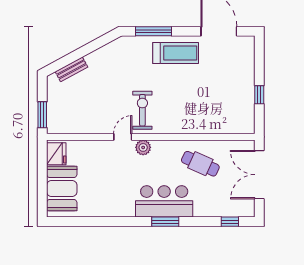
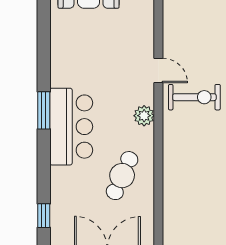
plant: (143, 147) -> (144, 116), moved
window: (165, 222) -> (44, 110), moved

